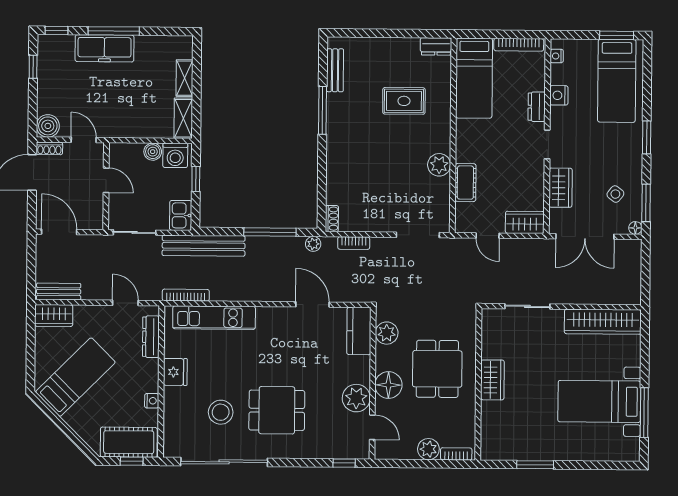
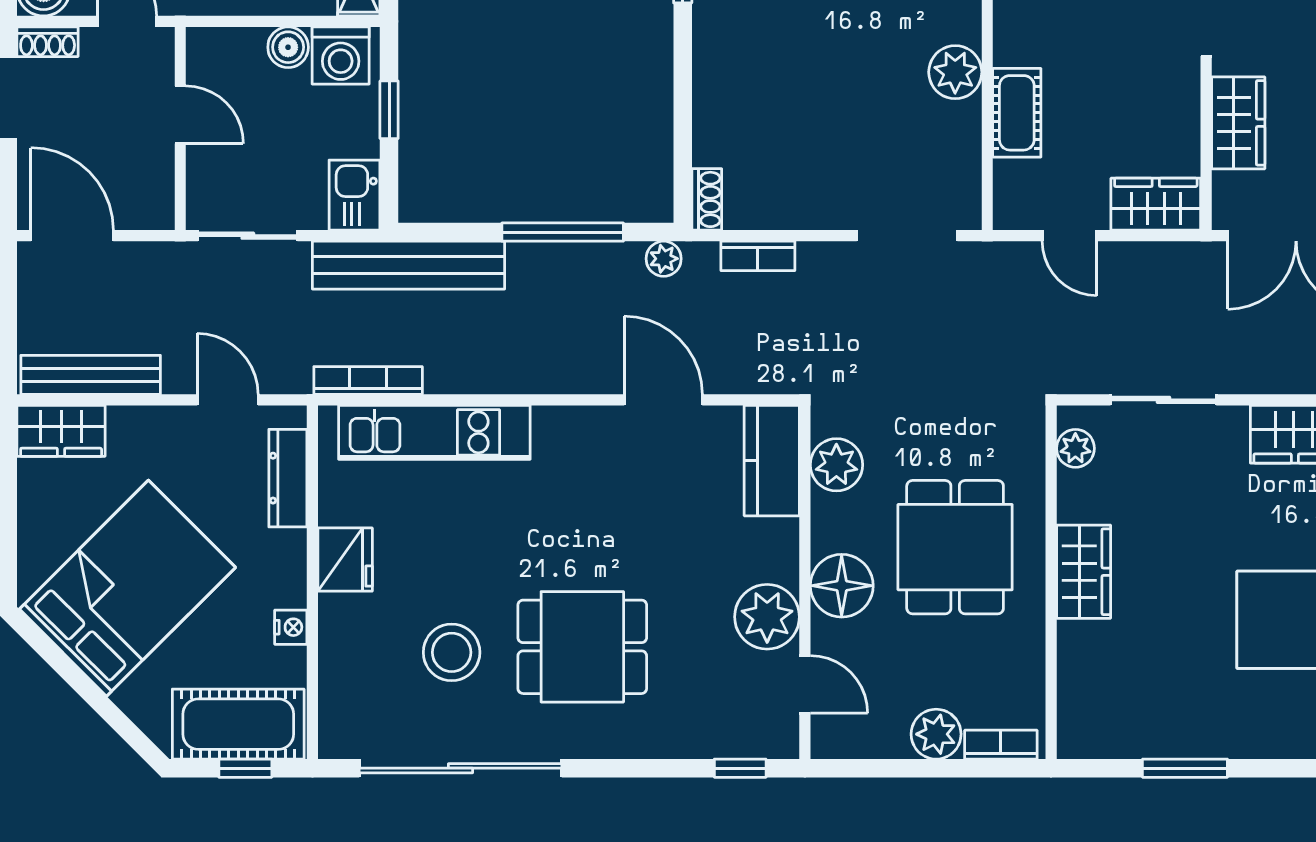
bench: (59, 292) -> (91, 375), width x1.36
plant: (489, 327) -> (1075, 448), added
bed: (75, 377) -> (127, 588), width x1.50

